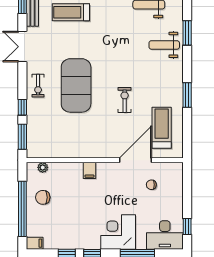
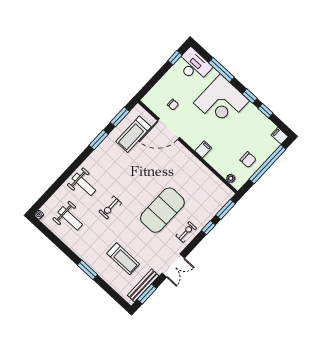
window: (187, 33) -> (120, 117), moved
exercise bike: (125, 100) -> (110, 207), moved
corner desk: (118, 232) -> (221, 102), width x1.36, depth x1.36

